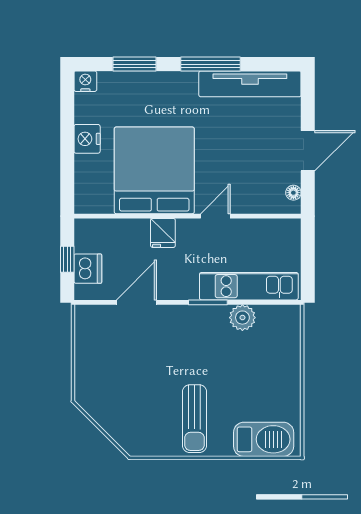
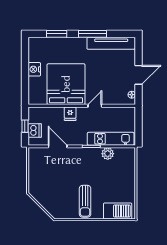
nightstand: (85, 81) -> (34, 42), removed
door: (136, 302) -> (58, 146), hinge flipped

